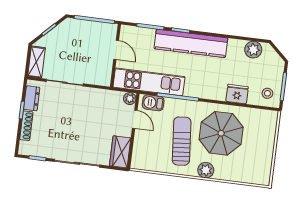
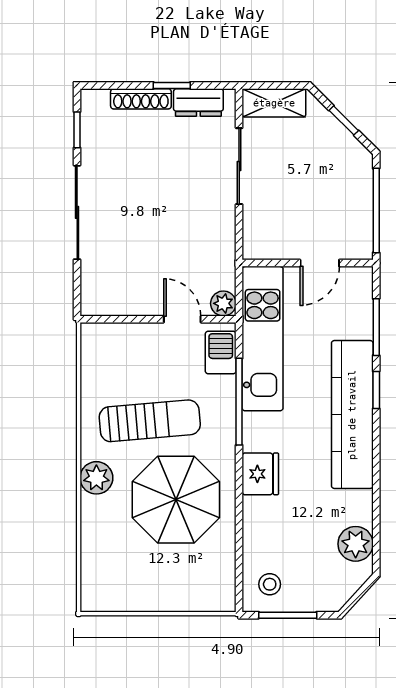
fridge: (237, 94) -> (260, 474), moved
door: (135, 119) -> (182, 319), swing flipped
wardrobe: (120, 152) -> (112, 298), removed

